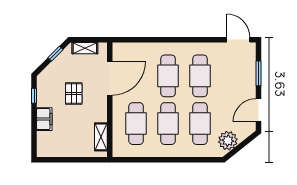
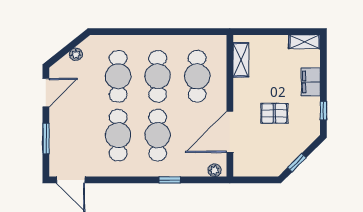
window: (158, 40) -> (170, 180), added
shelving: (85, 48) -> (304, 42), moved
plant: (122, 48) -> (215, 170), added
pallet: (74, 94) -> (274, 113), turned 90
plant: (228, 141) -> (76, 54), width x0.53, depth x0.53

